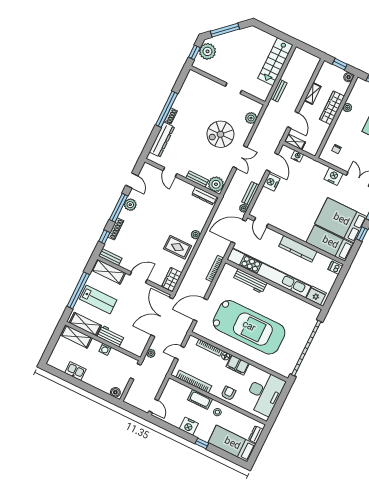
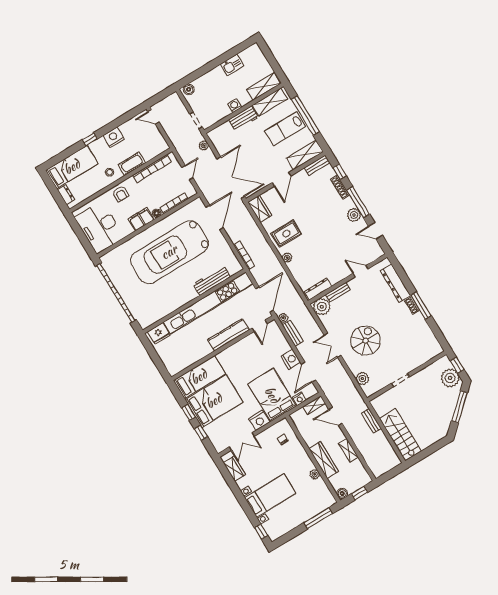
window: (167, 109) -> (421, 306), width x0.68
door: (272, 162) -> (309, 372), hinge flipped
bed: (308, 179) -> (272, 395), added
door: (261, 222) -> (260, 326), swing flipped
kitchen counter: (298, 249) -> (228, 335), moved
dishwasher: (335, 268) -> (173, 368), removed

